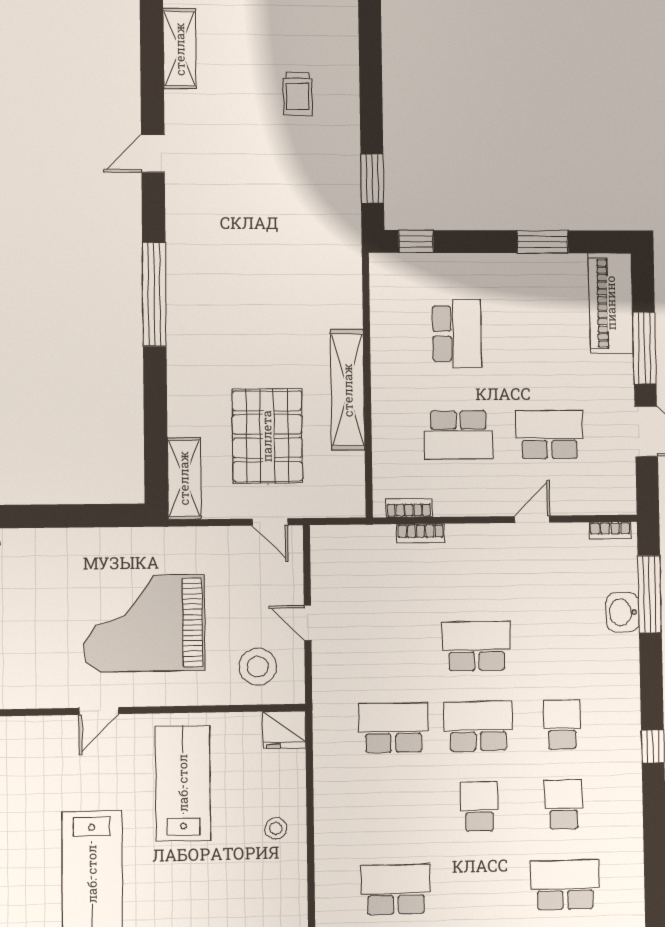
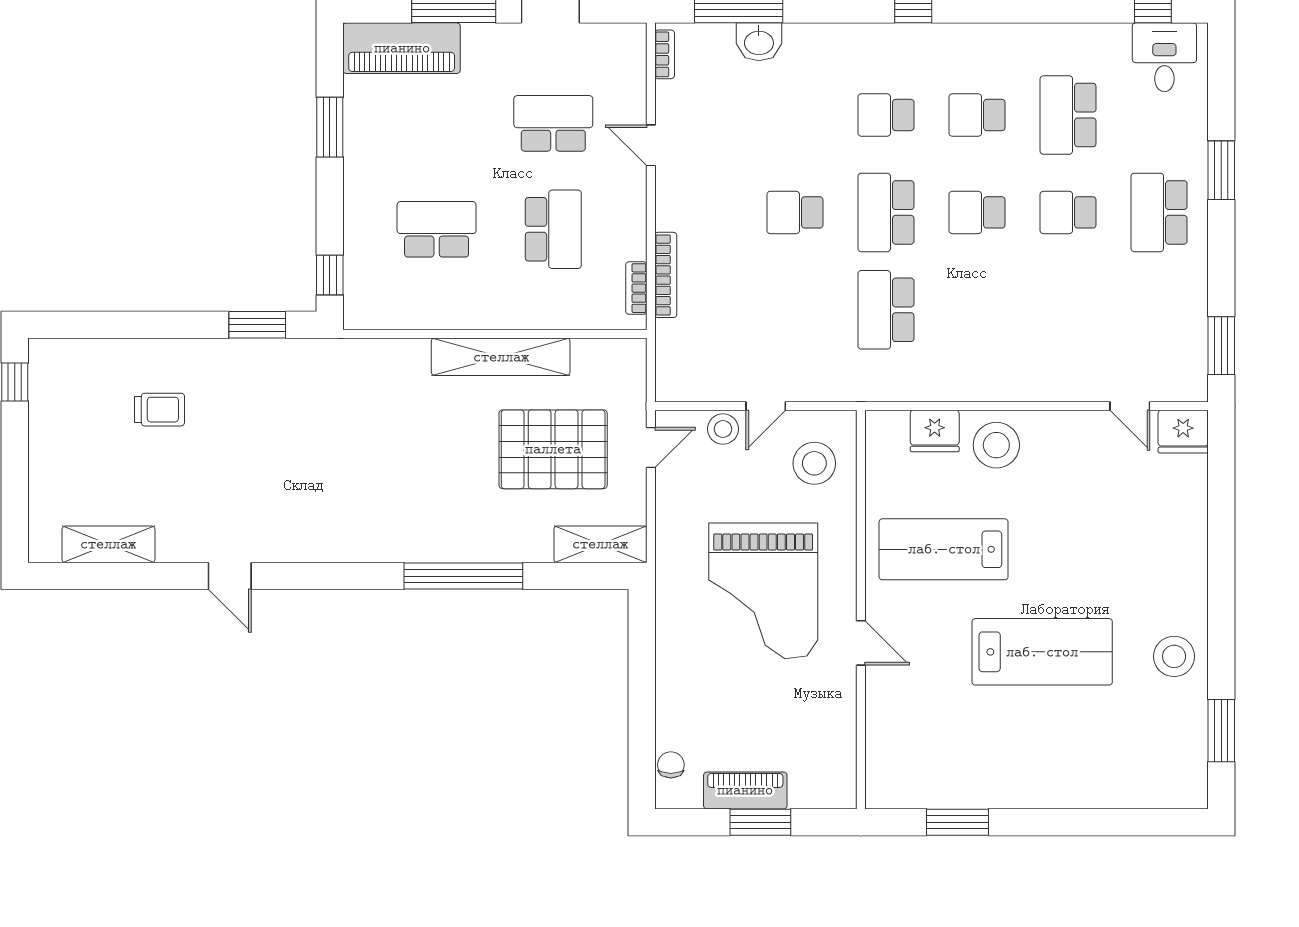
window: (154, 294) -> (463, 576), moved
school desk: (549, 434) -> (553, 123), turned 90
bookcase: (421, 533) -> (666, 275), width x1.56
stool: (287, 585) -> (723, 429), added
school desk: (477, 646) -> (795, 212), width x0.54
fridge: (284, 730) -> (935, 431), moved, turned 90
stool: (276, 828) -> (996, 445), width x1.89, depth x1.89
school desk: (396, 889) -> (1068, 212), moved, width x0.54

